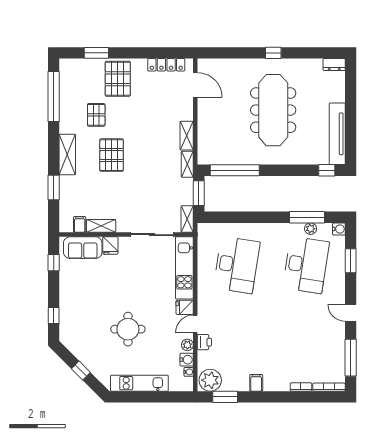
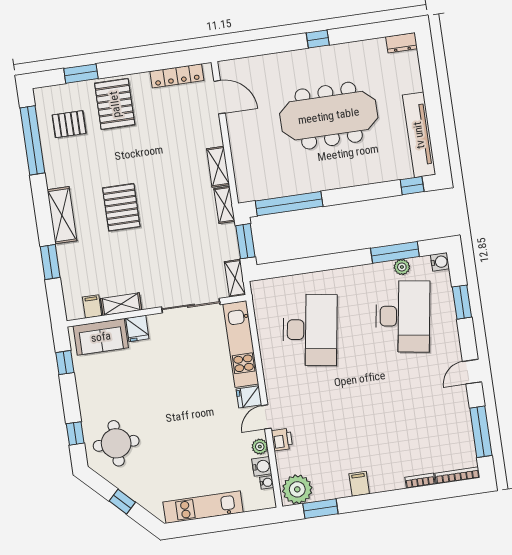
meeting table: (273, 110) -> (329, 116), turned 90
pallet: (96, 115) -> (69, 124), moved, turned 90
door: (351, 313) -> (472, 372), hinge flipped
round table: (128, 329) -> (116, 443), moved

